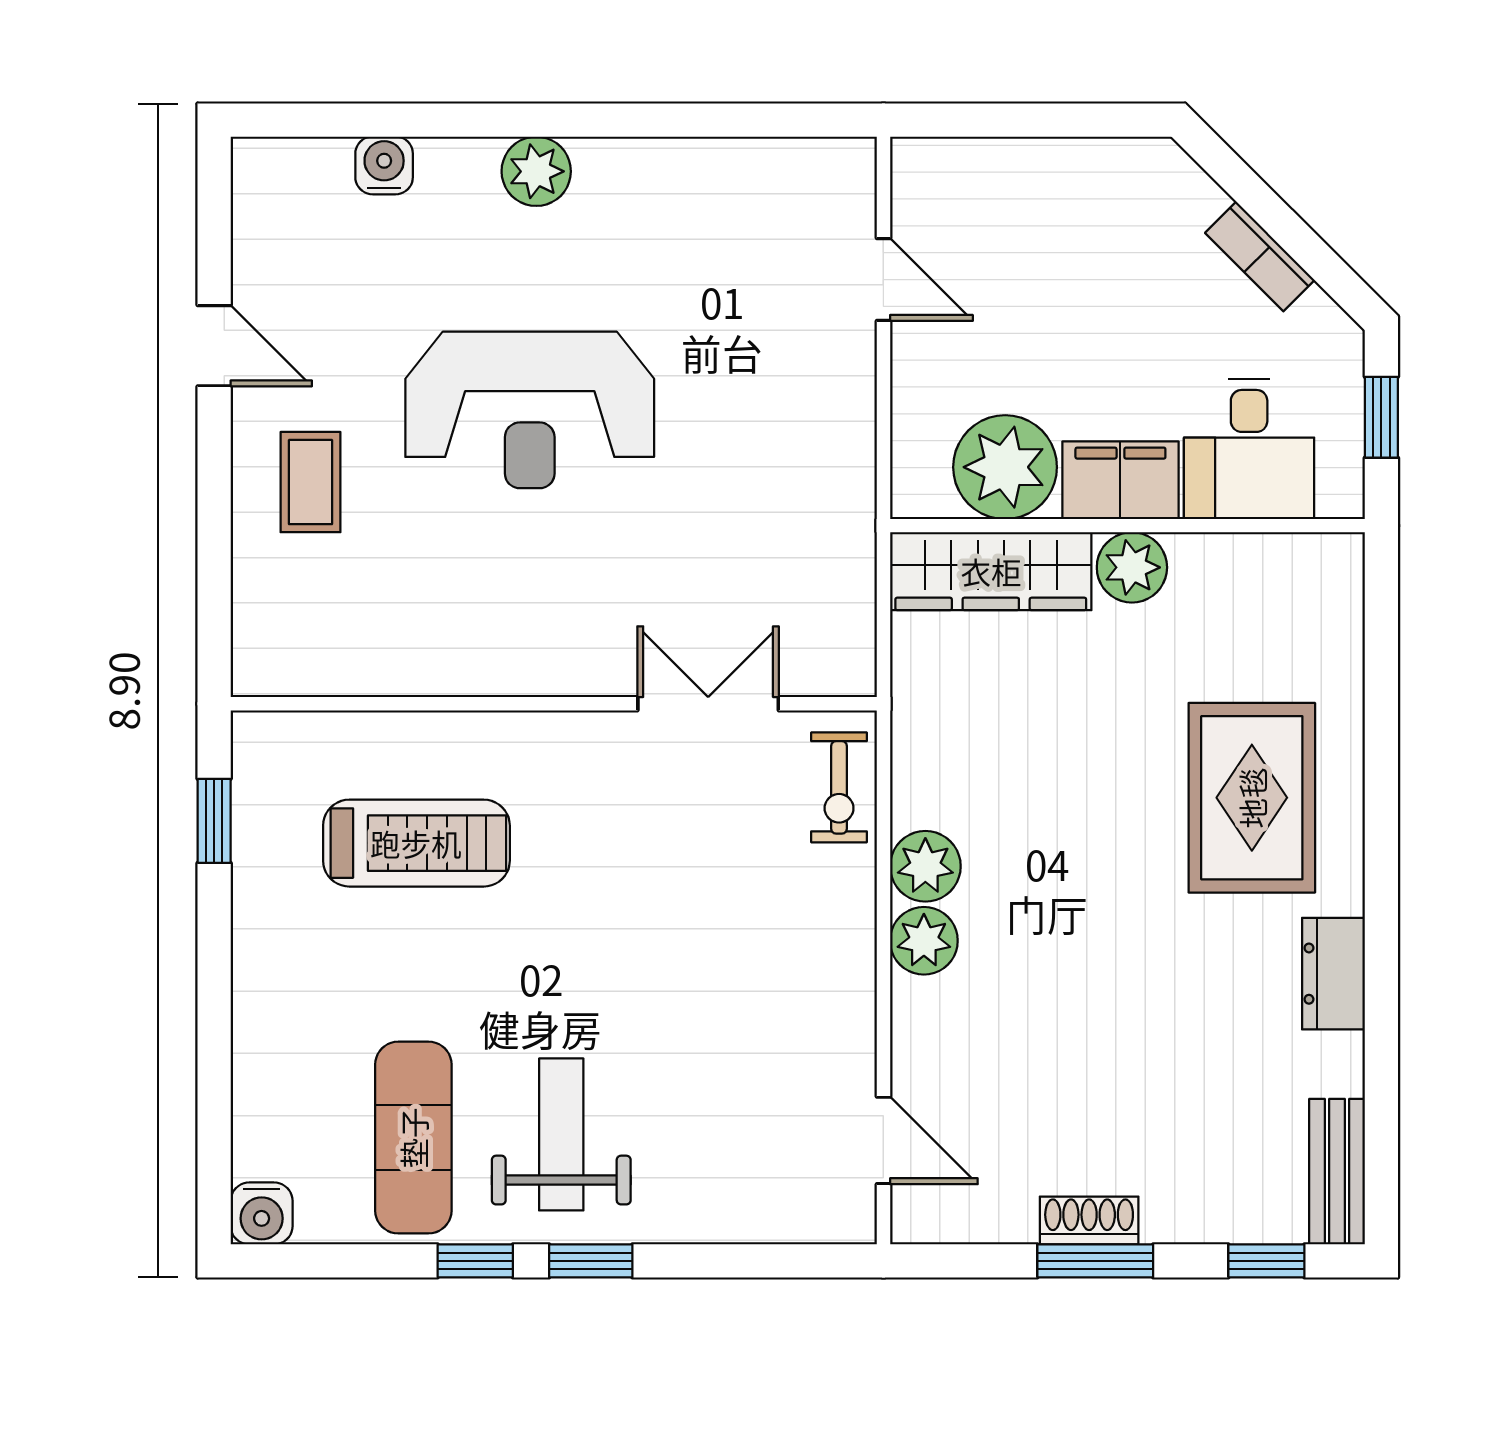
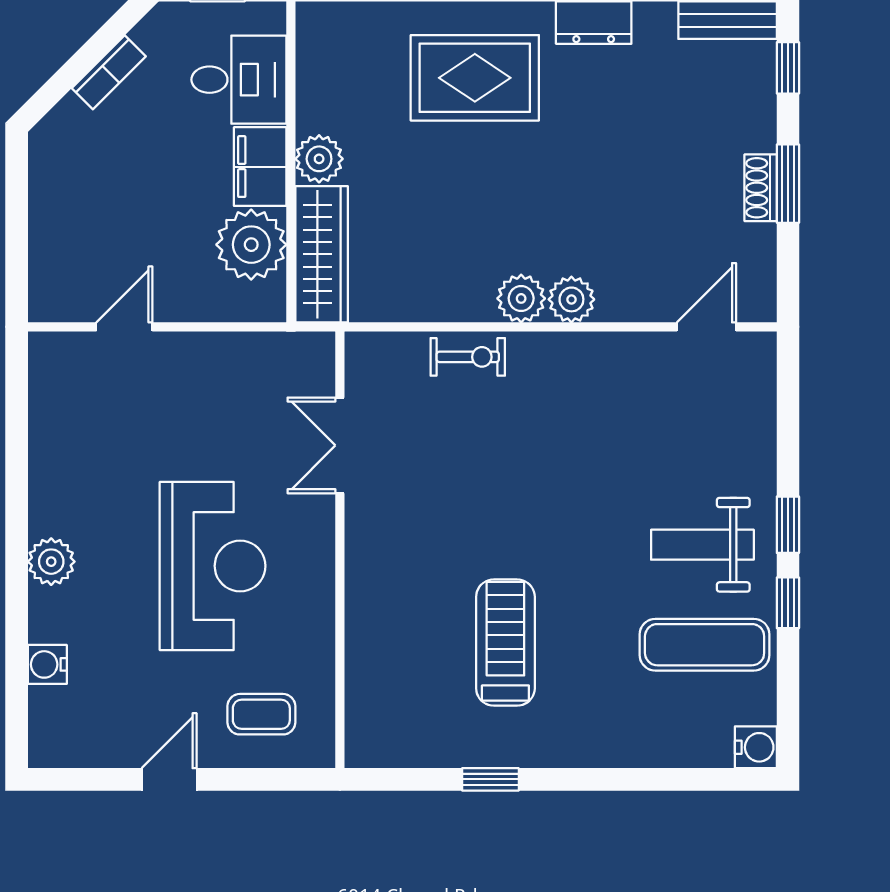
wall: (554, 704) -> (340, 550), moved
double door: (708, 704) -> (340, 445), moved

